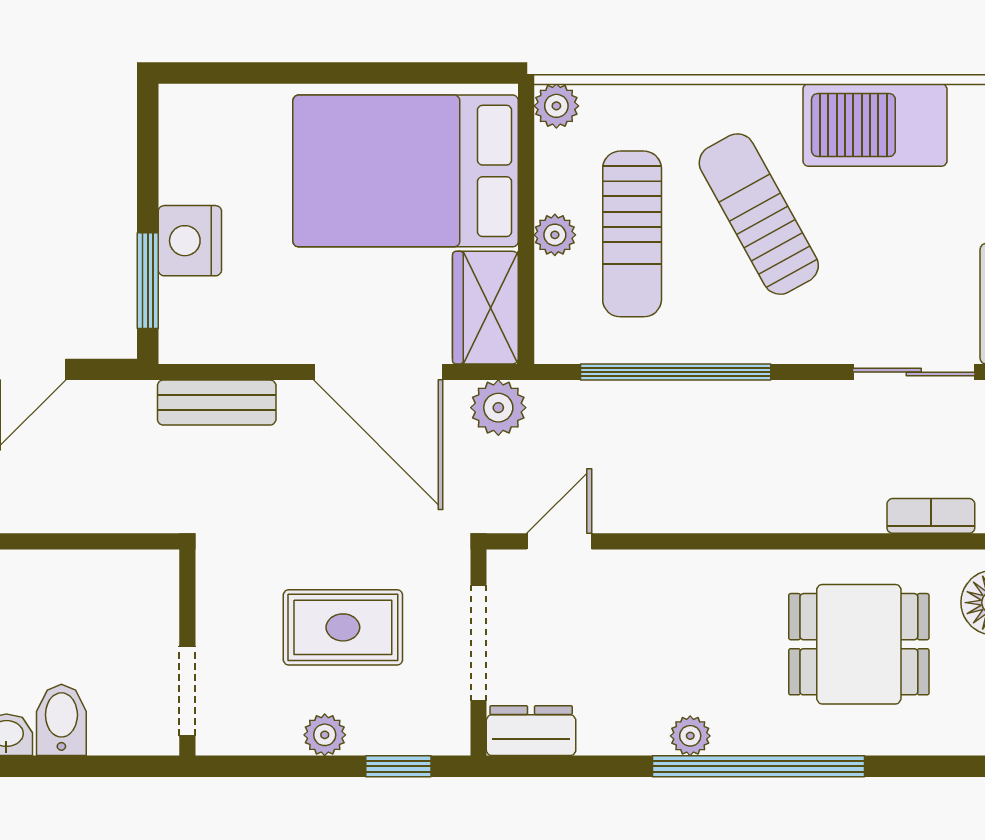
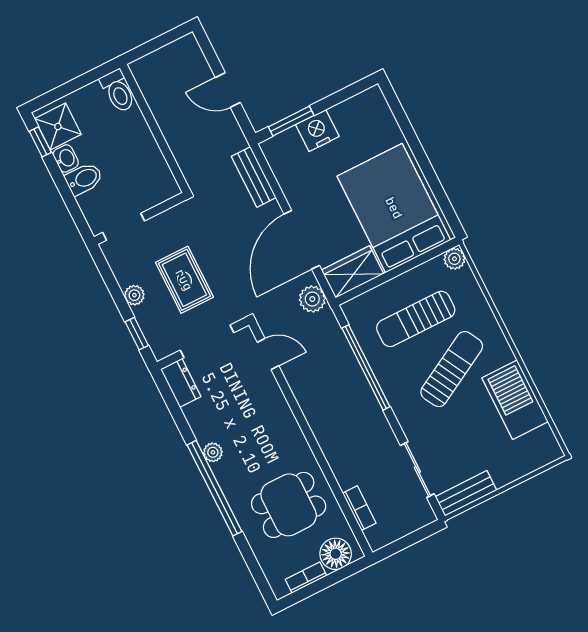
plant: (555, 235) -> (399, 286), removed
dining table: (859, 644) -> (289, 505), turned 90

